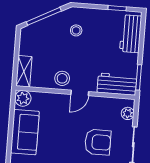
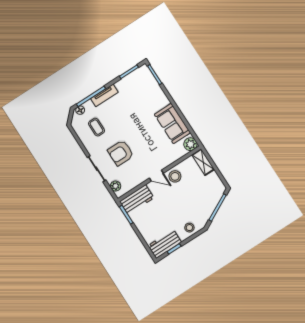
stool: (76, 30) -> (189, 228), moved
workbench: (131, 34) -> (165, 244), moved, turned -90
door: (80, 93) -> (156, 176), swing flipped

